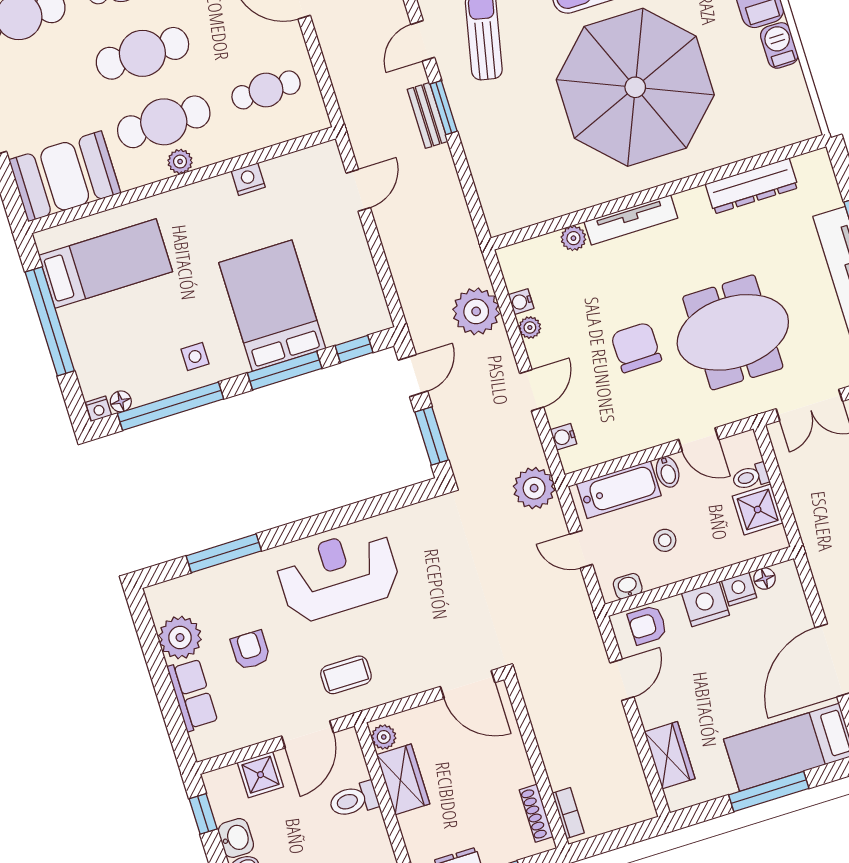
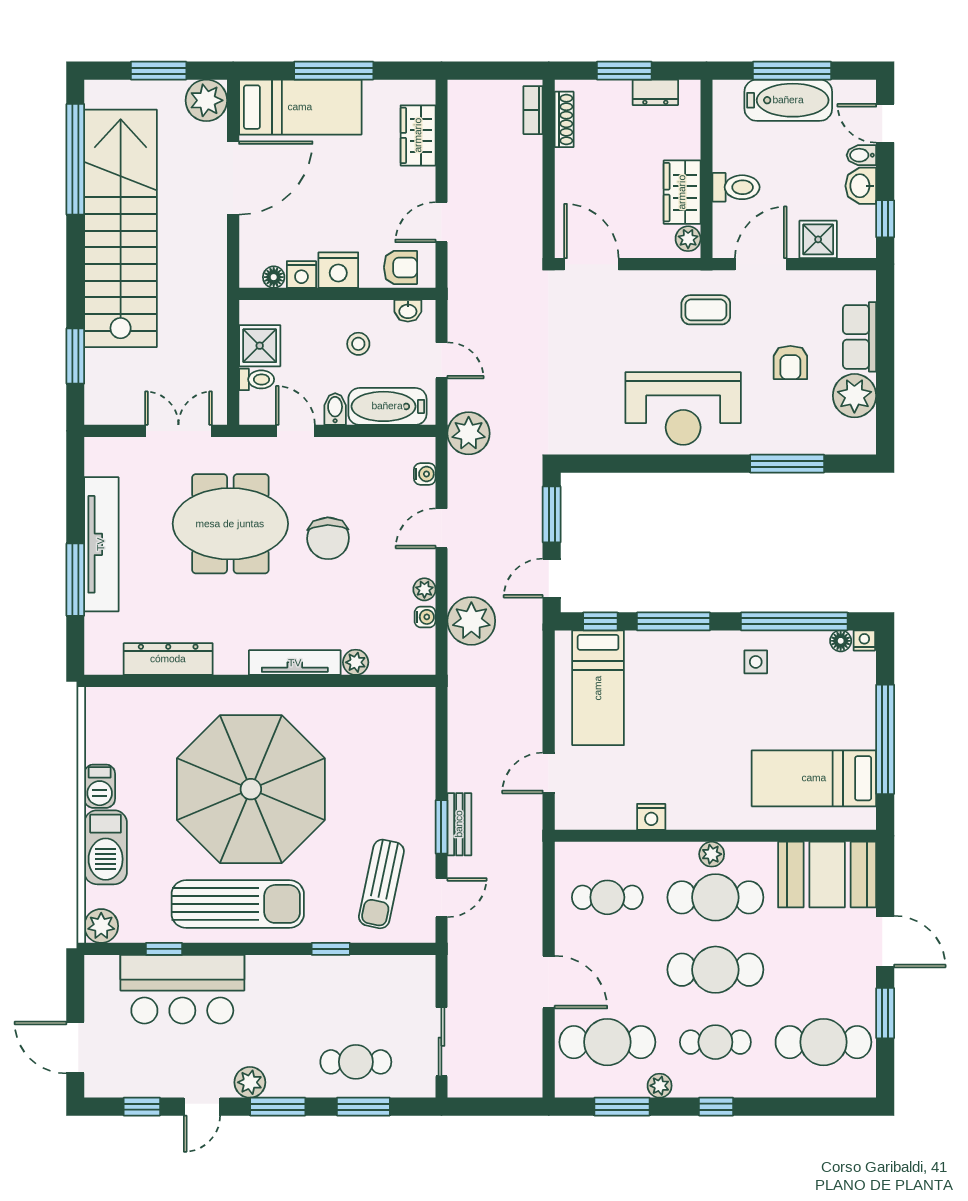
bed: (272, 306) -> (598, 688), moved, width x0.67

